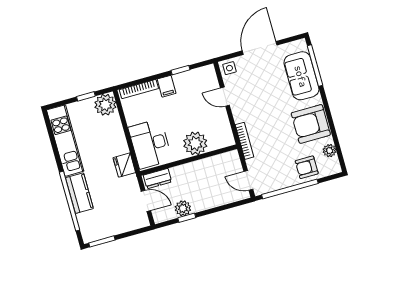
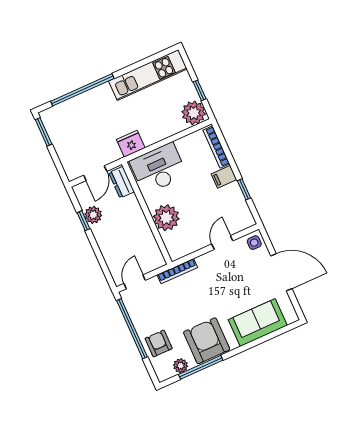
window: (315, 66) -> (201, 367), moved
kitchen counter: (79, 193) -> (93, 99), removed

